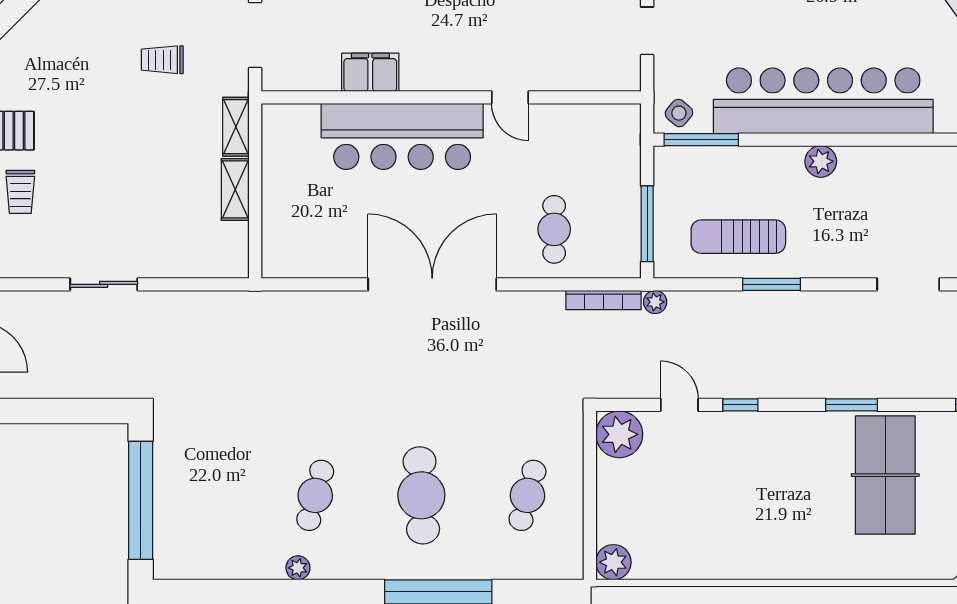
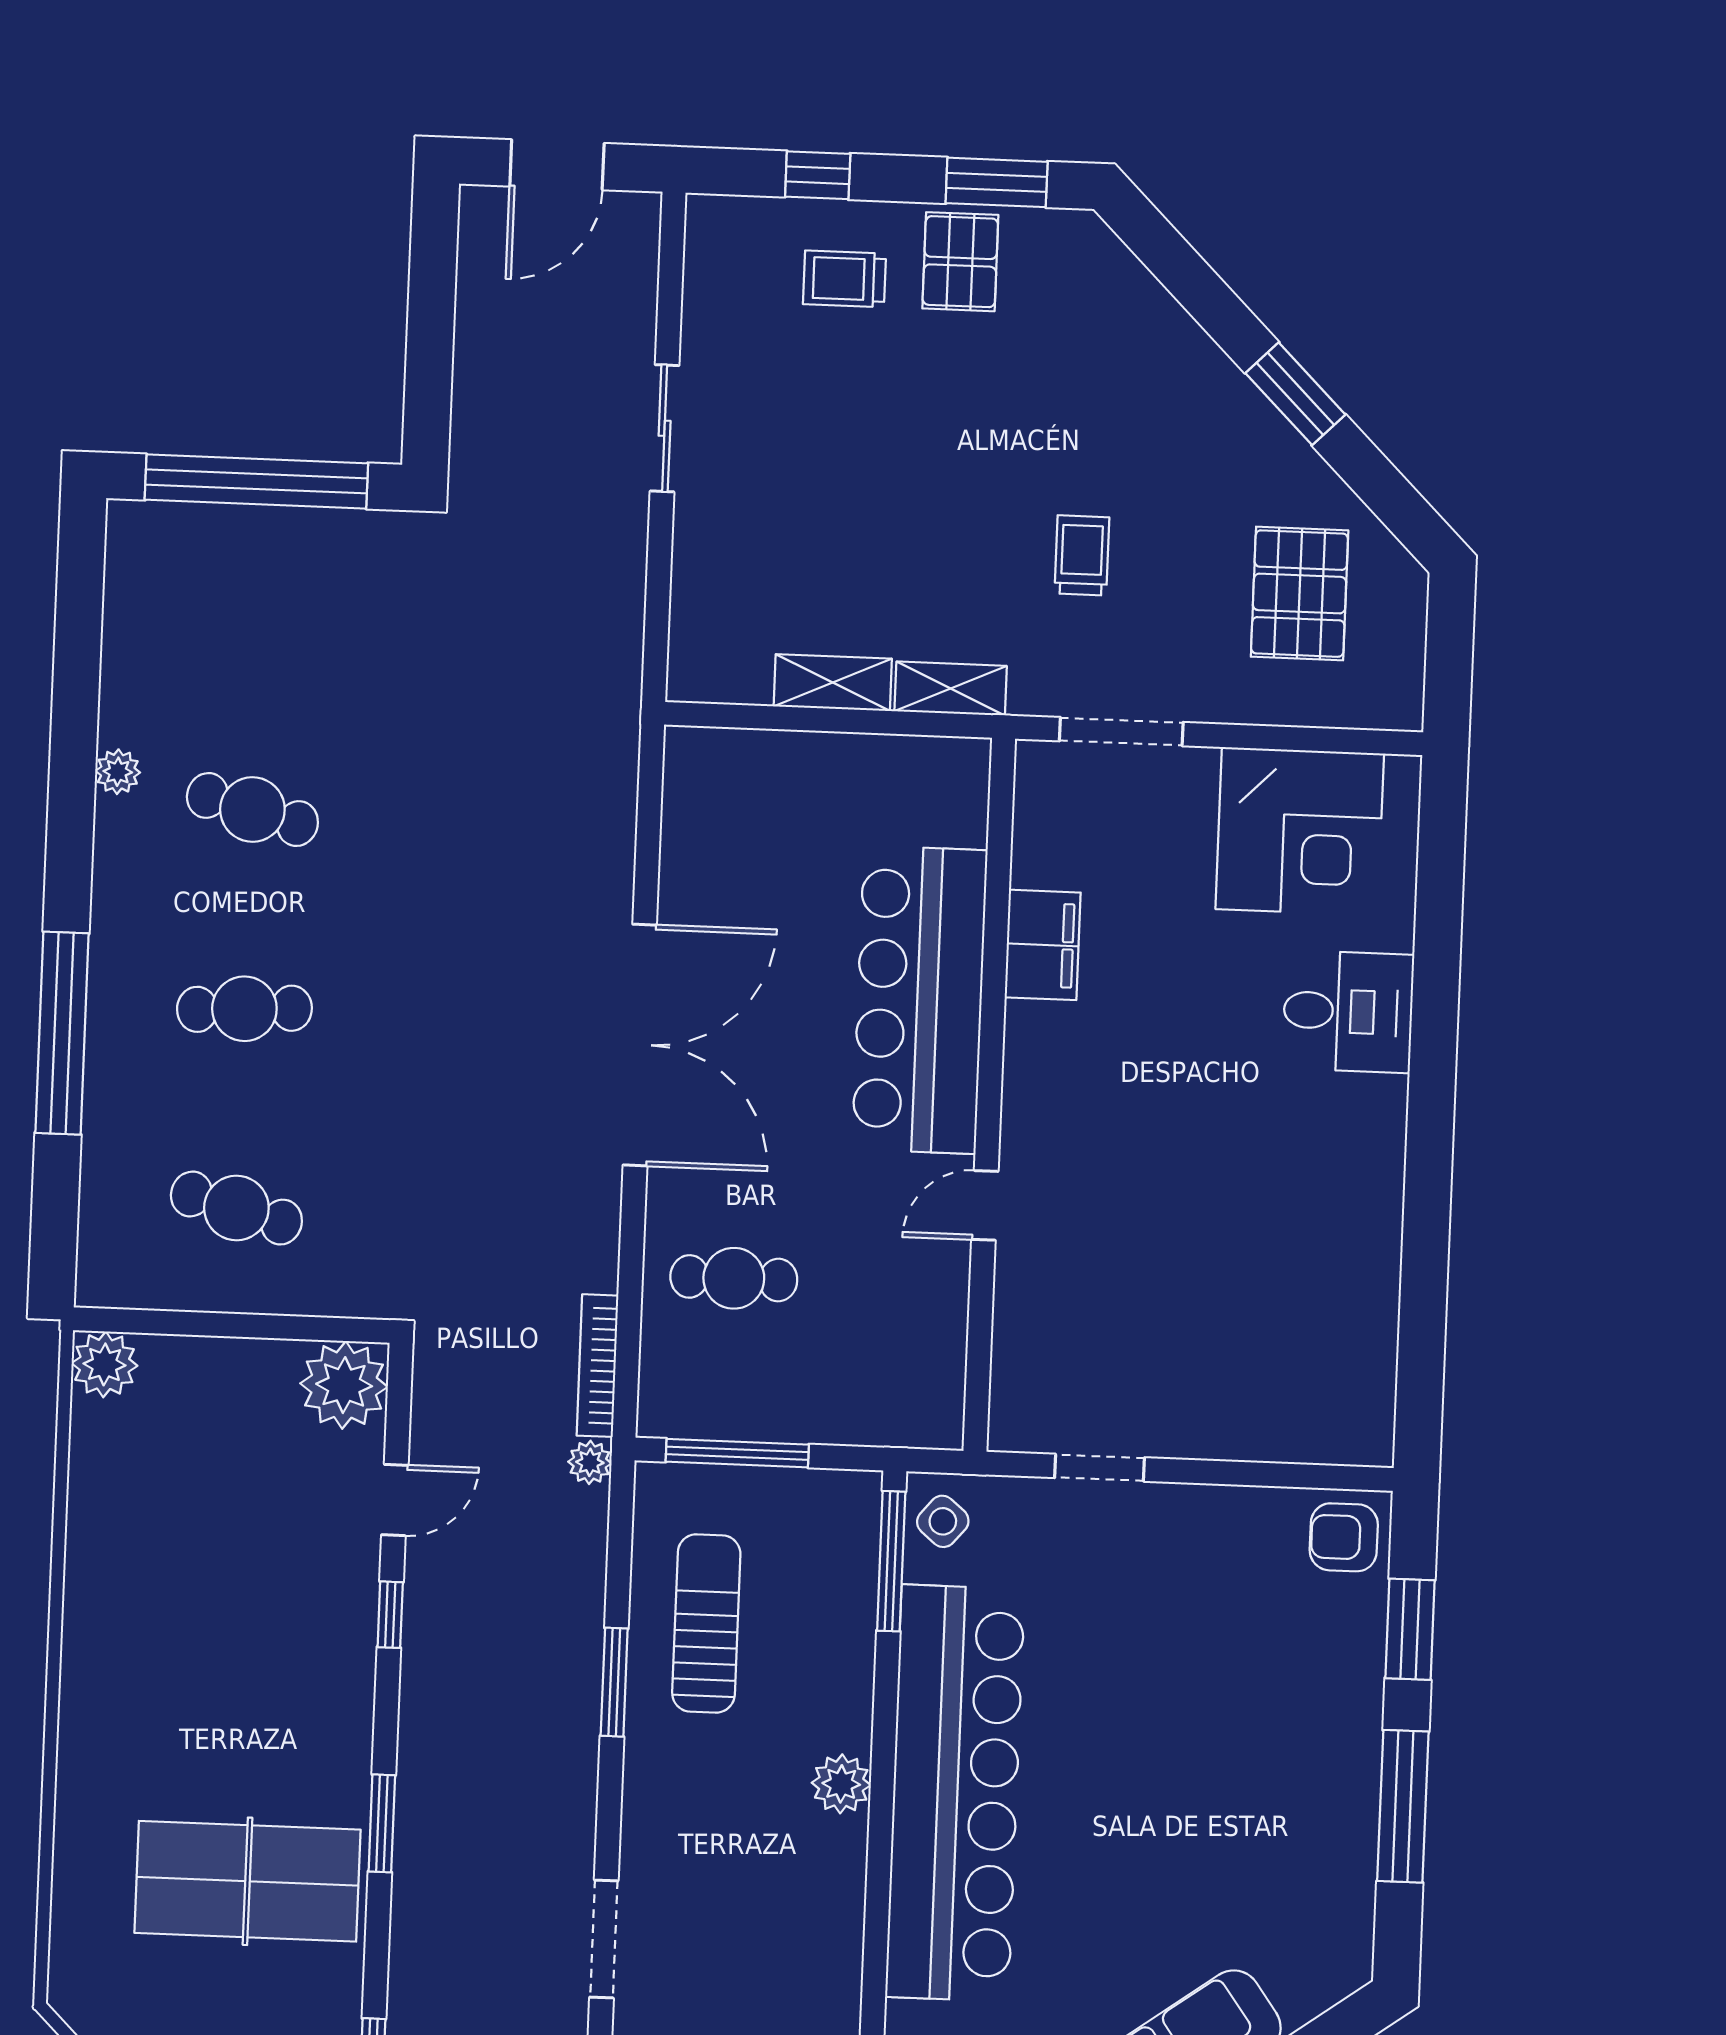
cafe table: (421, 495) -> (244, 1009), width x0.73, depth x0.74

